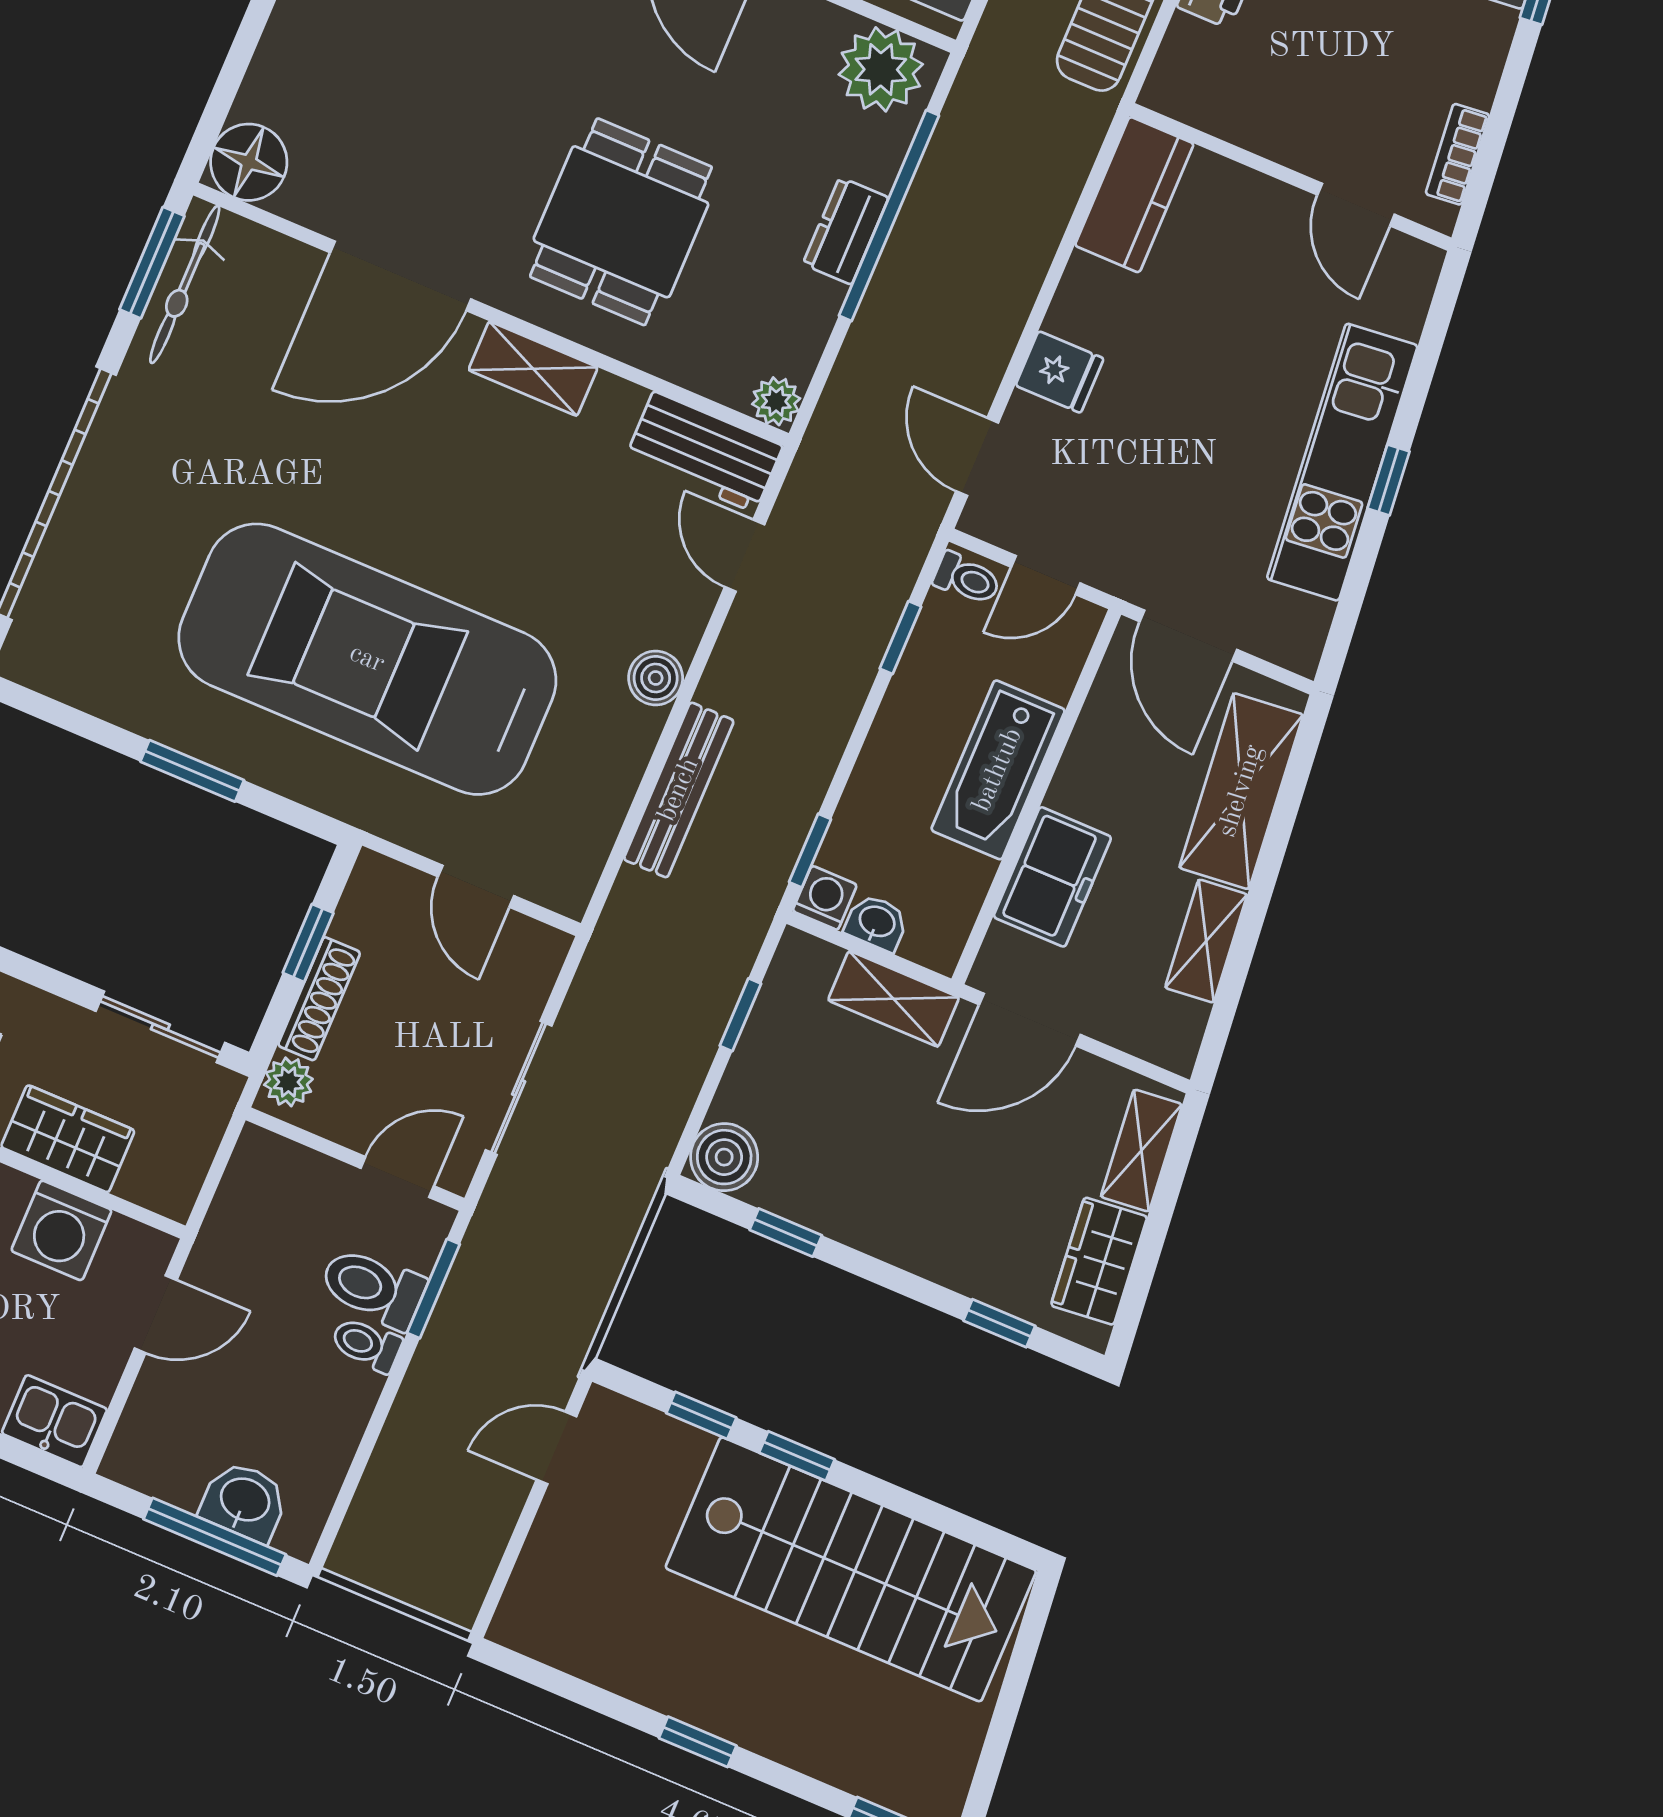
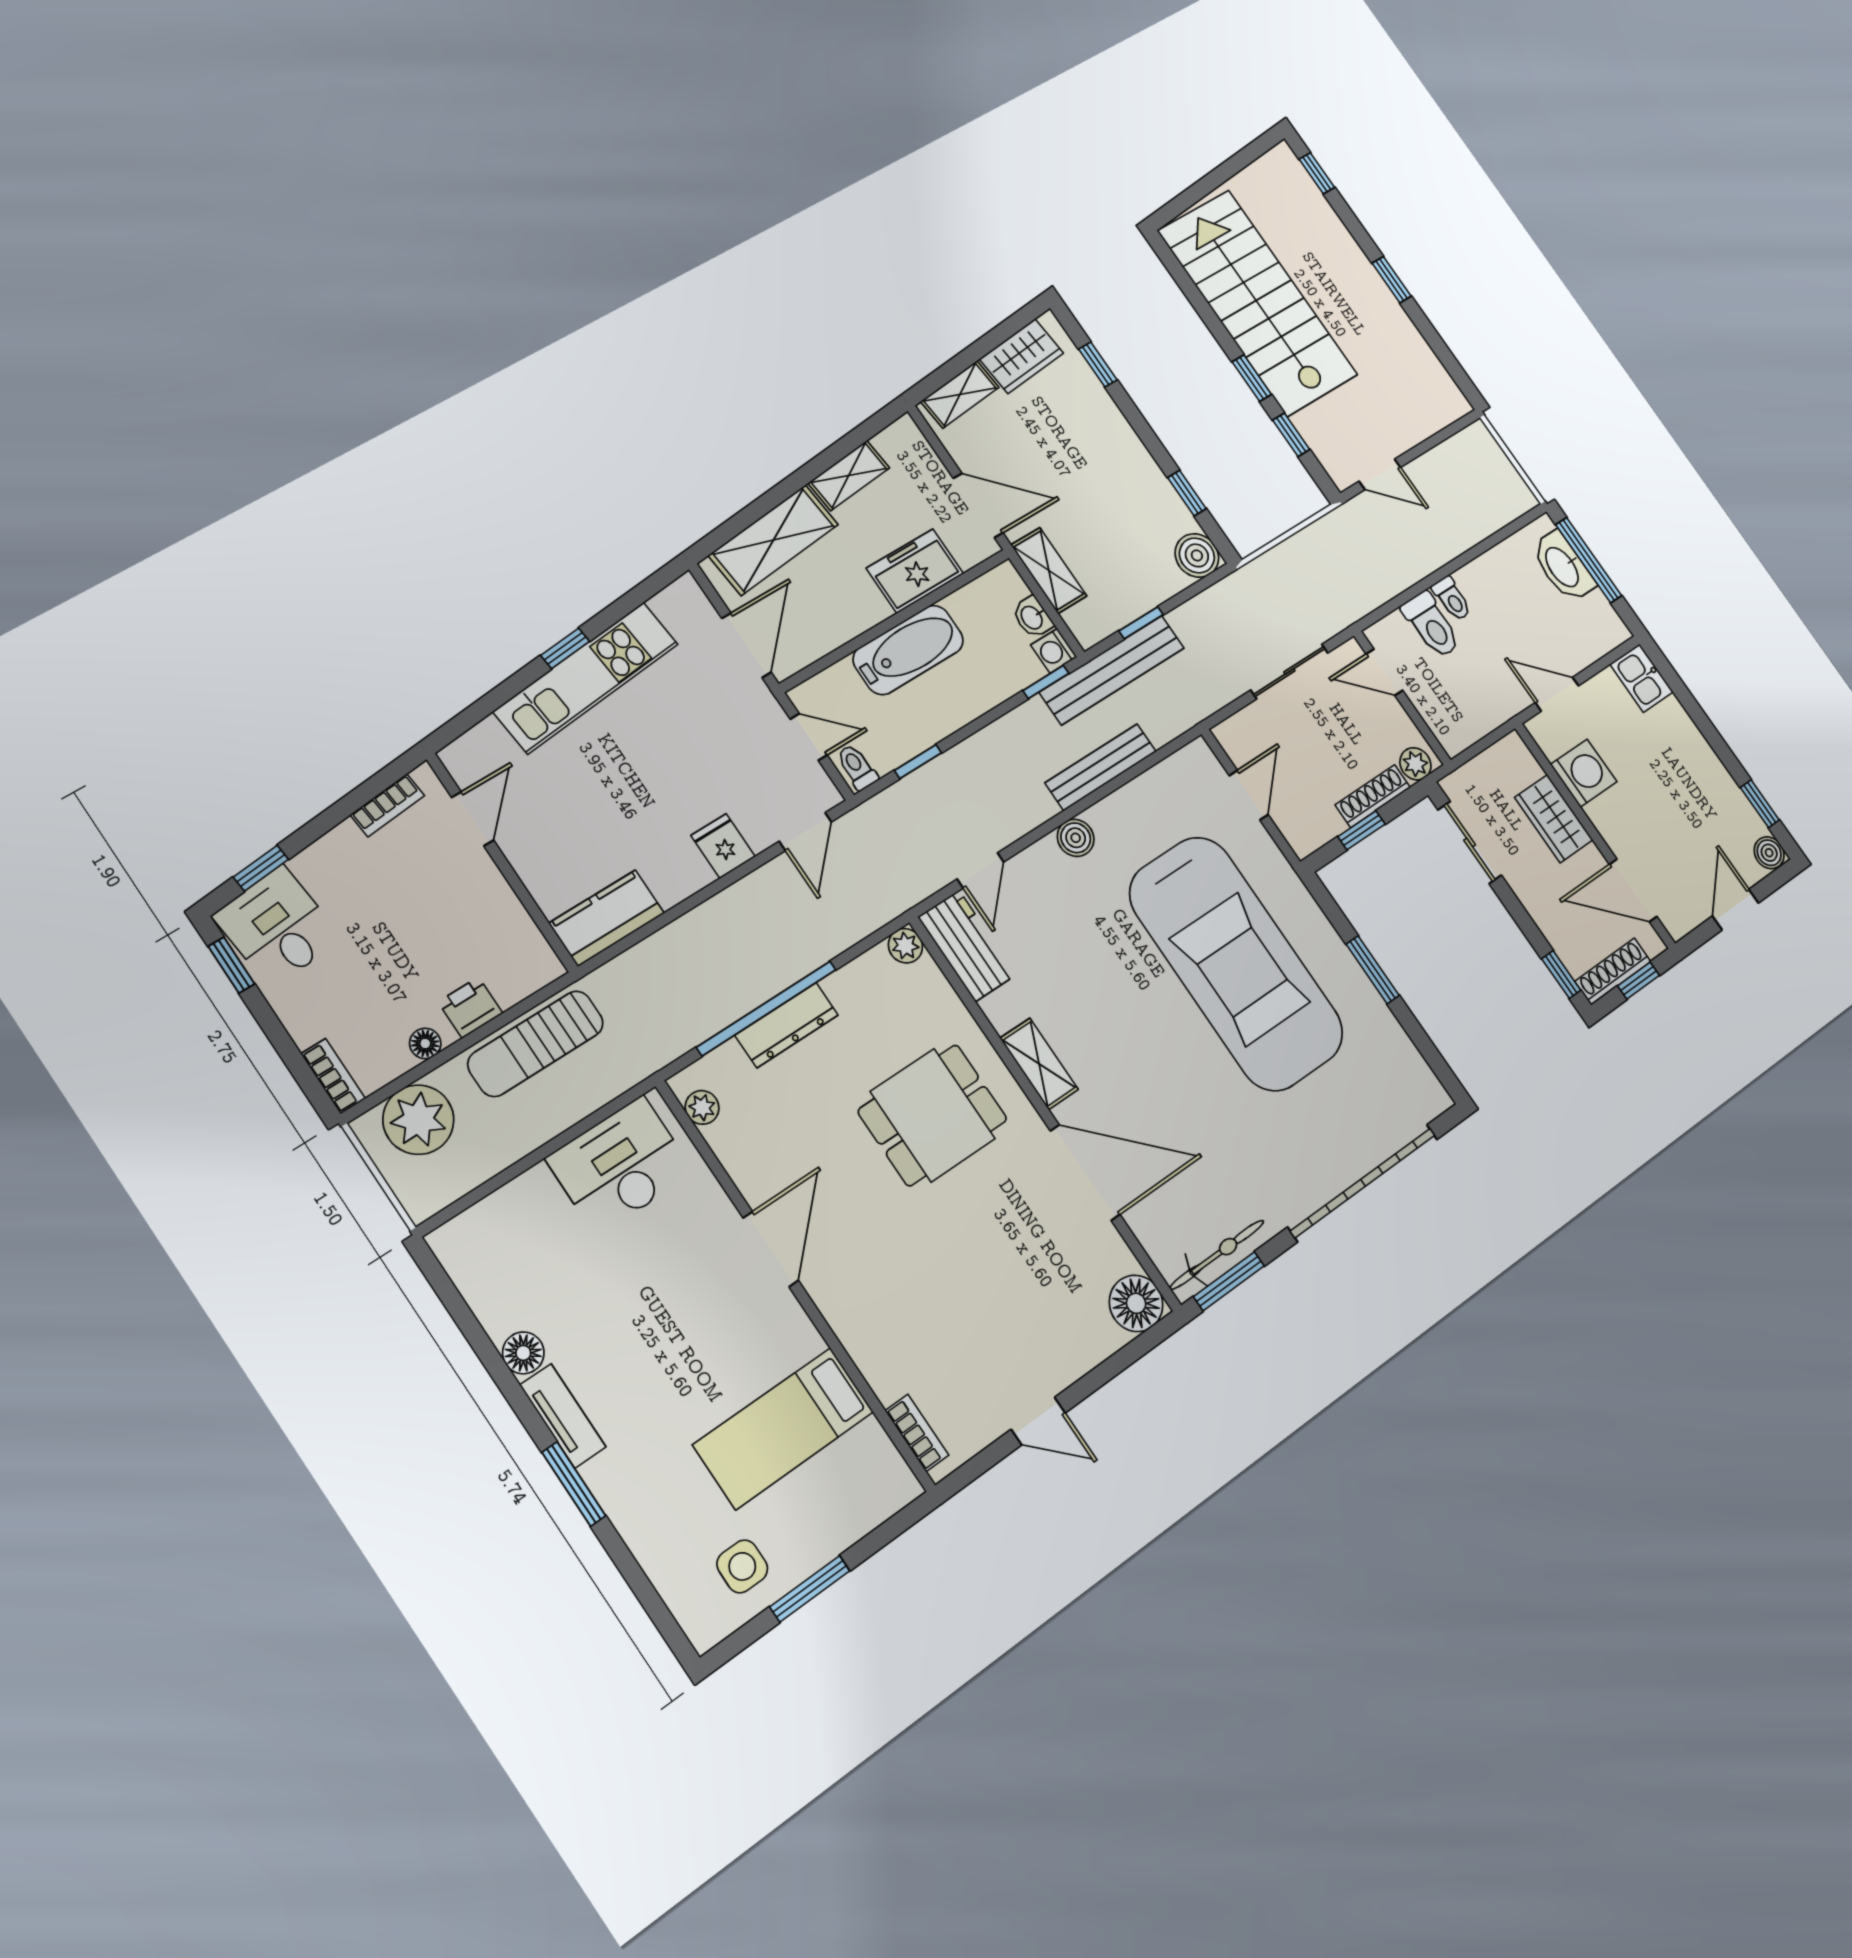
plant: (881, 69) -> (702, 1107), width x0.53, depth x0.53
dresser: (846, 231) -> (787, 1025), width x1.44
bench: (739, 926) -> (1112, 670), added
window: (433, 1289) -> (1399, 601), removed
washbasin: (244, 1501) -> (1563, 567), width x1.38

